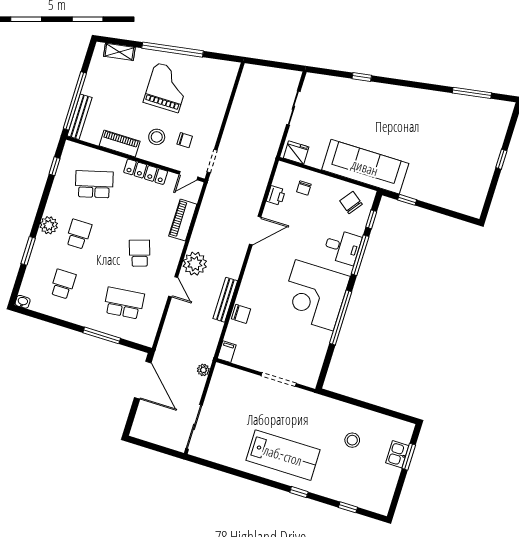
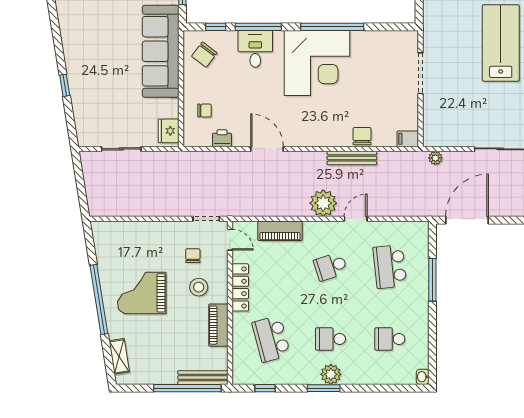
window: (28, 251) -> (324, 388), moved

